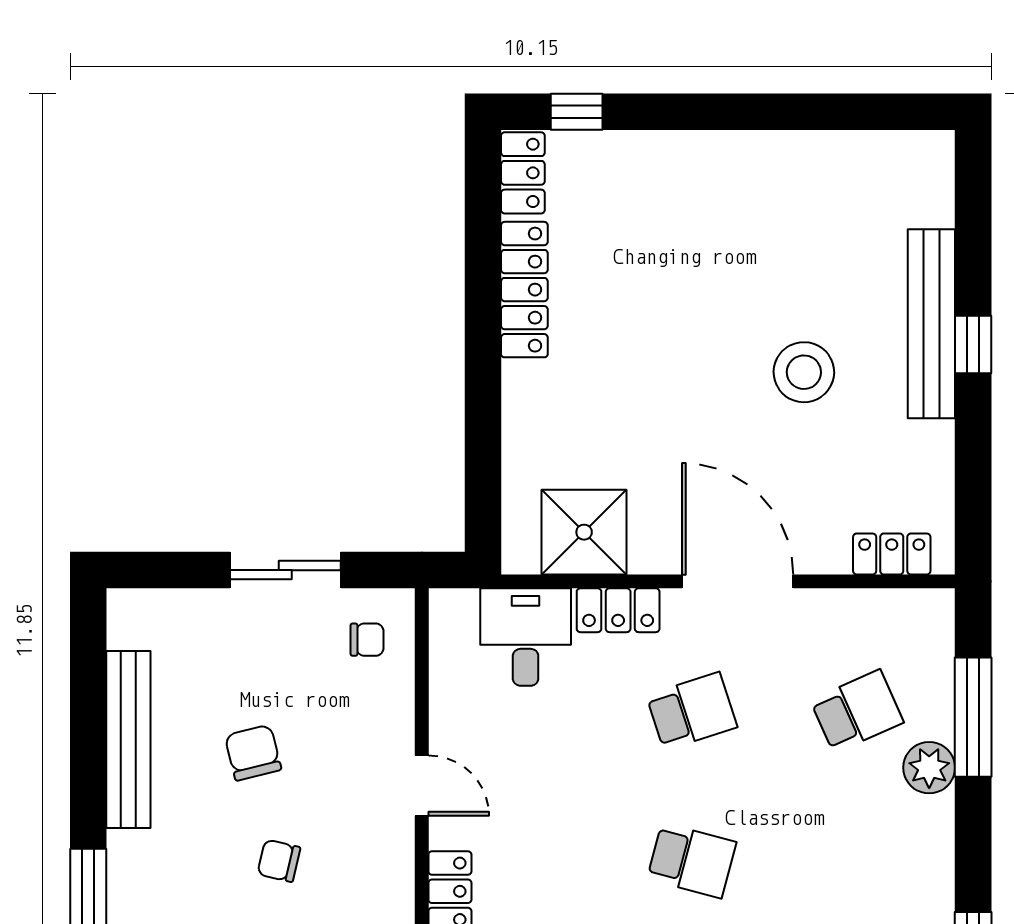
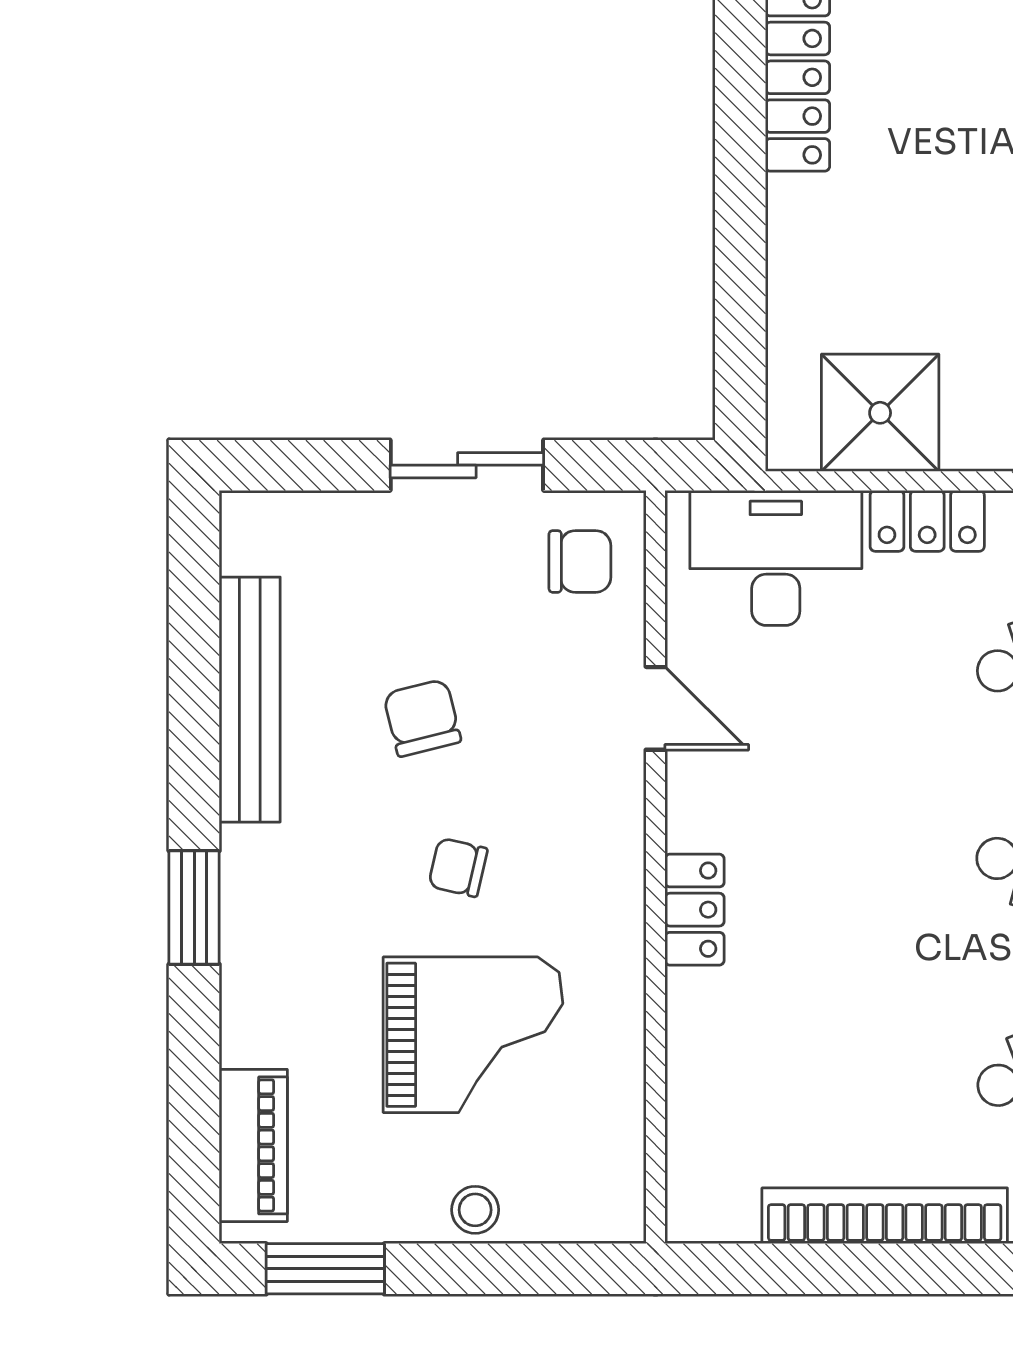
desk: (526, 637) -> (776, 558), width x1.37
chair: (367, 640) -> (580, 561), width x1.37, depth x1.37
door: (422, 786) -> (655, 708), moved

